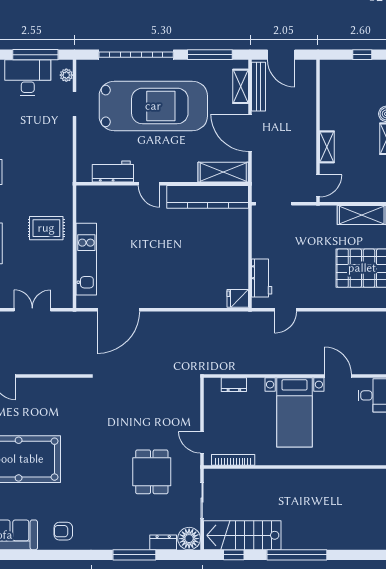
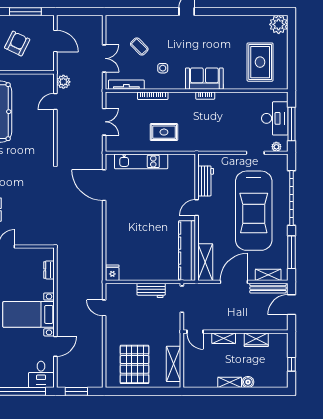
wardrobe: (329, 103) -> (256, 340), added
rug: (46, 228) -> (164, 132), turned 90
workbench: (262, 278) -> (151, 290), moved

